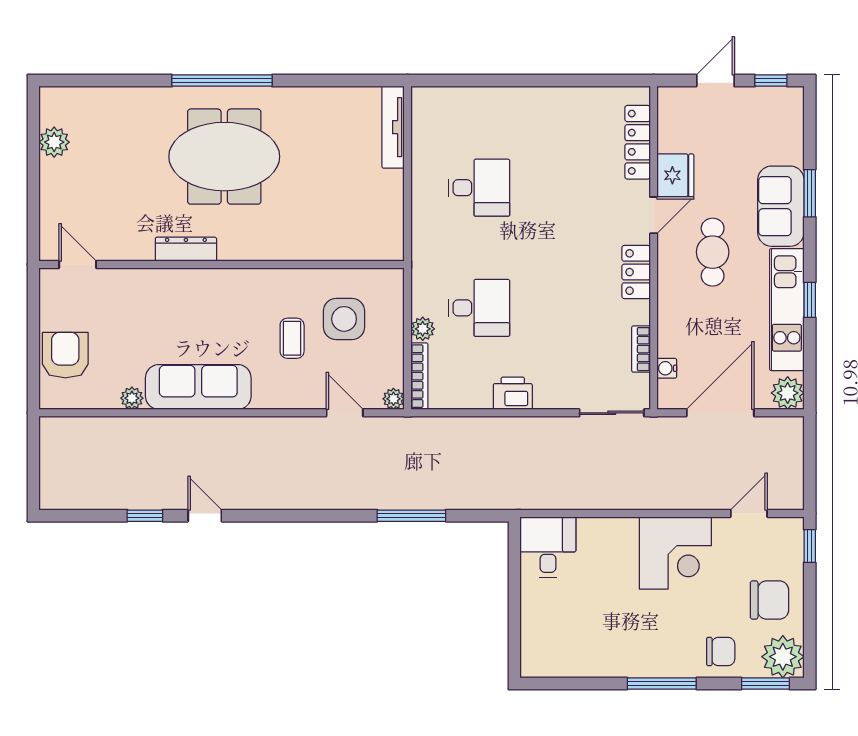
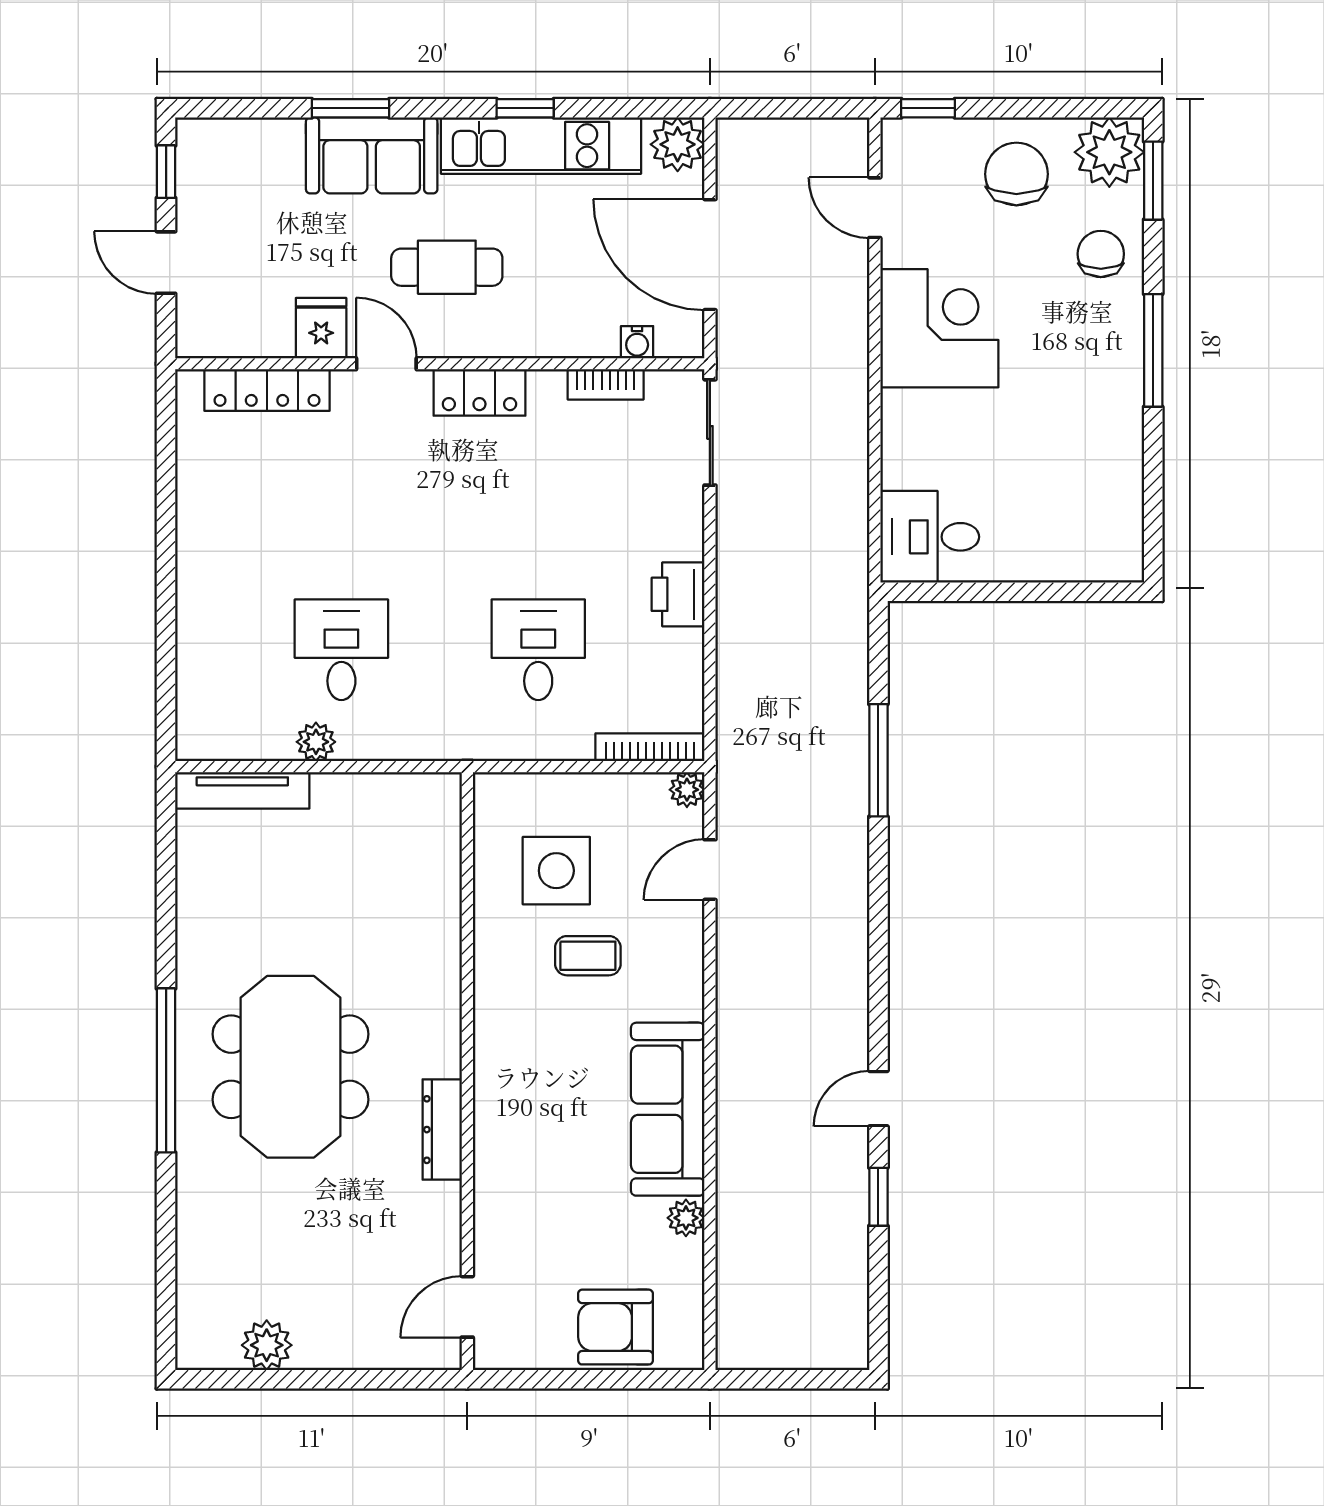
fridge: (675, 175) -> (321, 328), width x0.72
plant: (423, 329) -> (316, 742), moved

